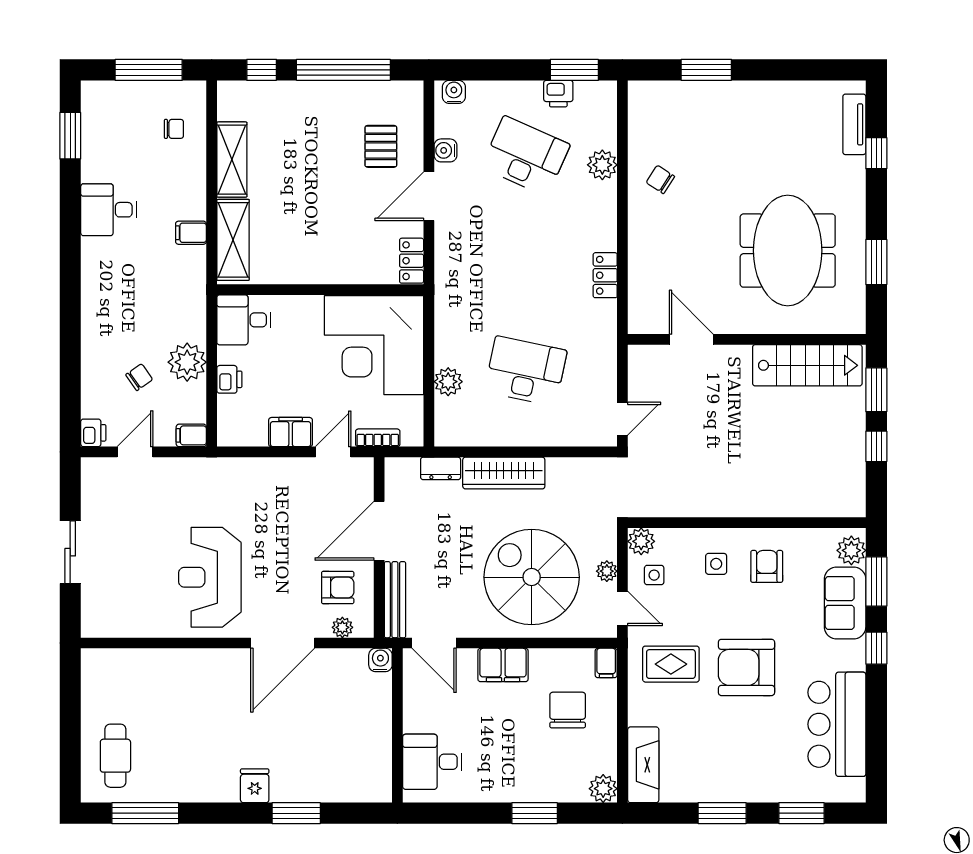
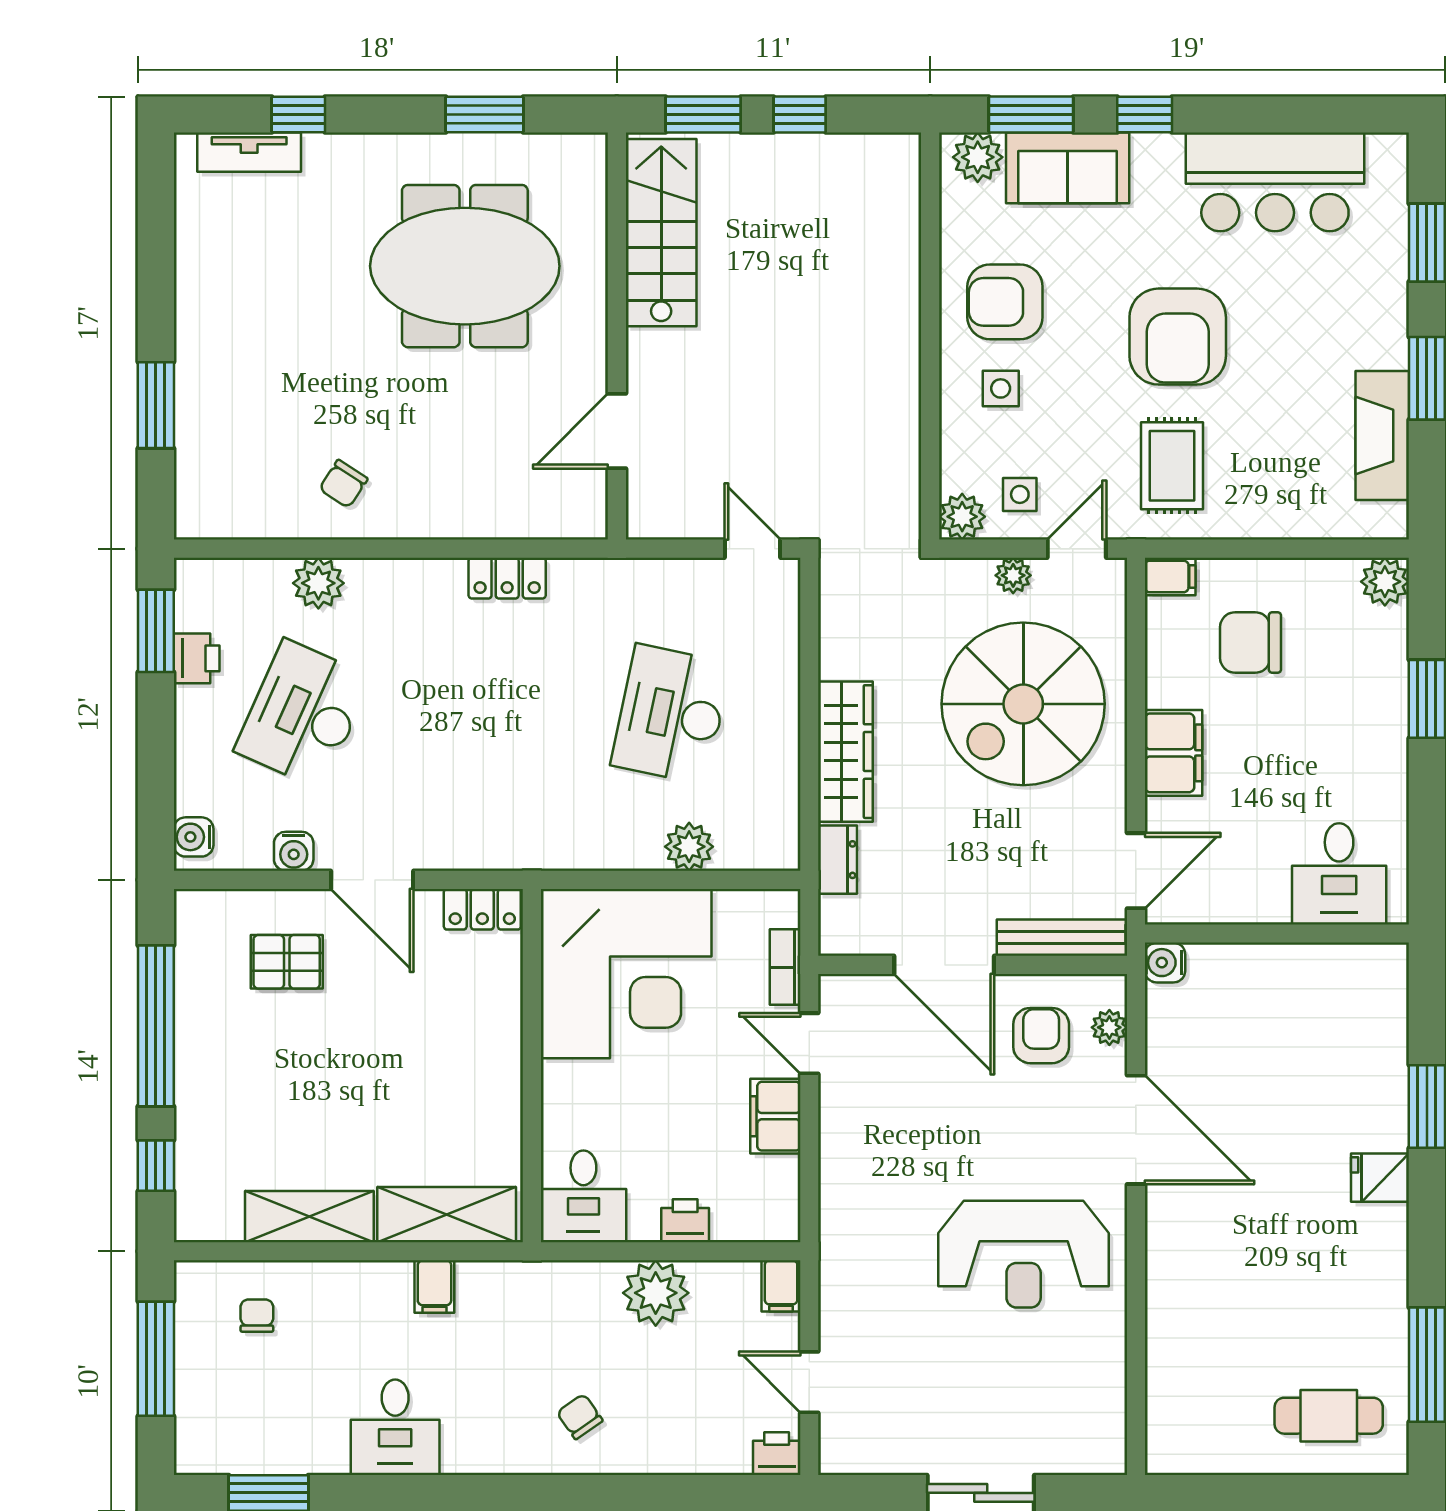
chair: (139, 377) -> (580, 1417), moved
armchair: (767, 566) -> (1005, 302), width x1.38, depth x1.38
fireplace: (643, 765) -> (1382, 436), moved, turned -90

